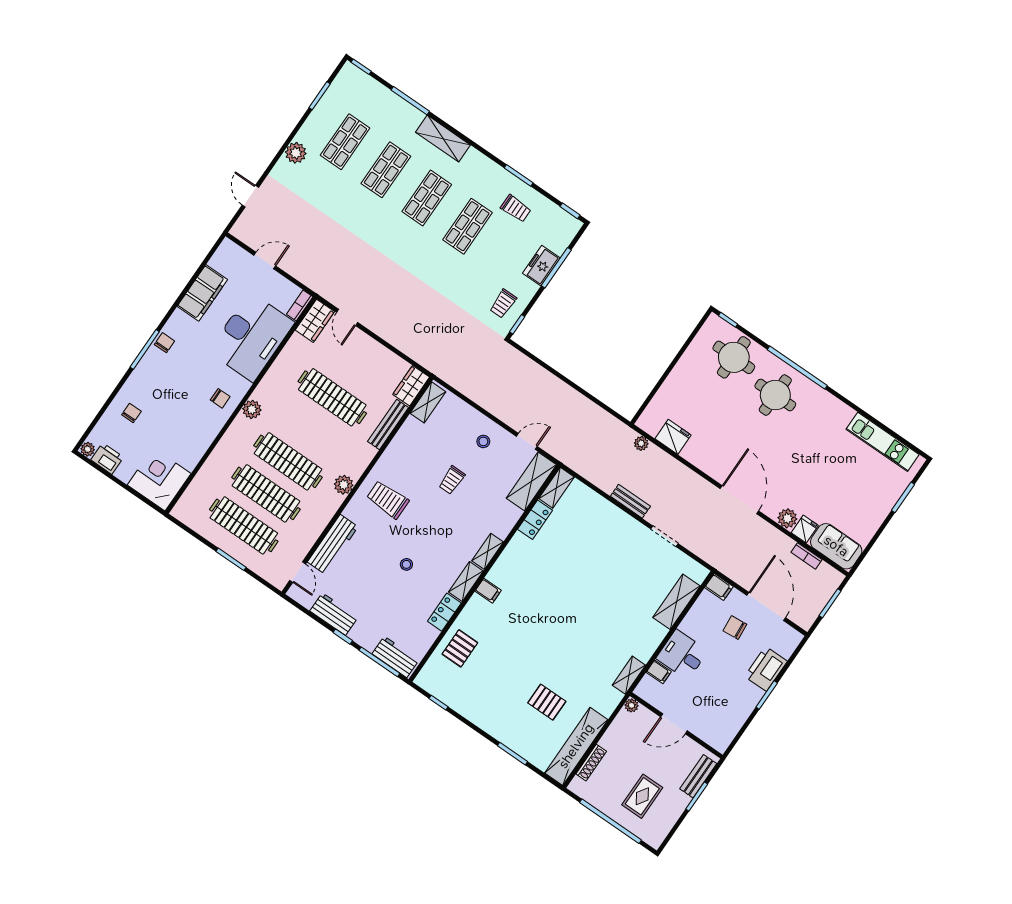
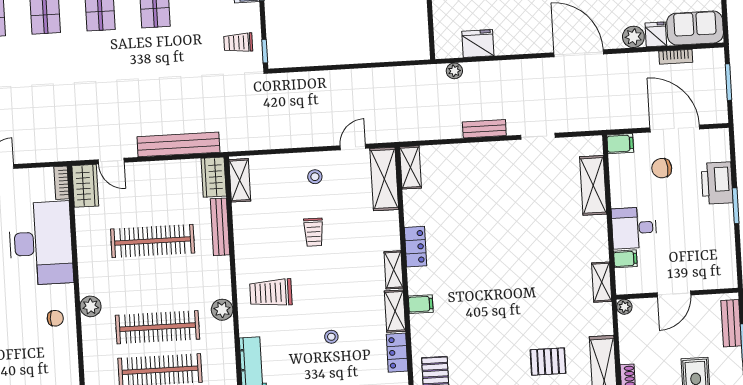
trolley: (503, 304) -> (238, 43), turned 90
bench: (404, 343) -> (178, 144), added
locker: (535, 520) -> (416, 247), moved

